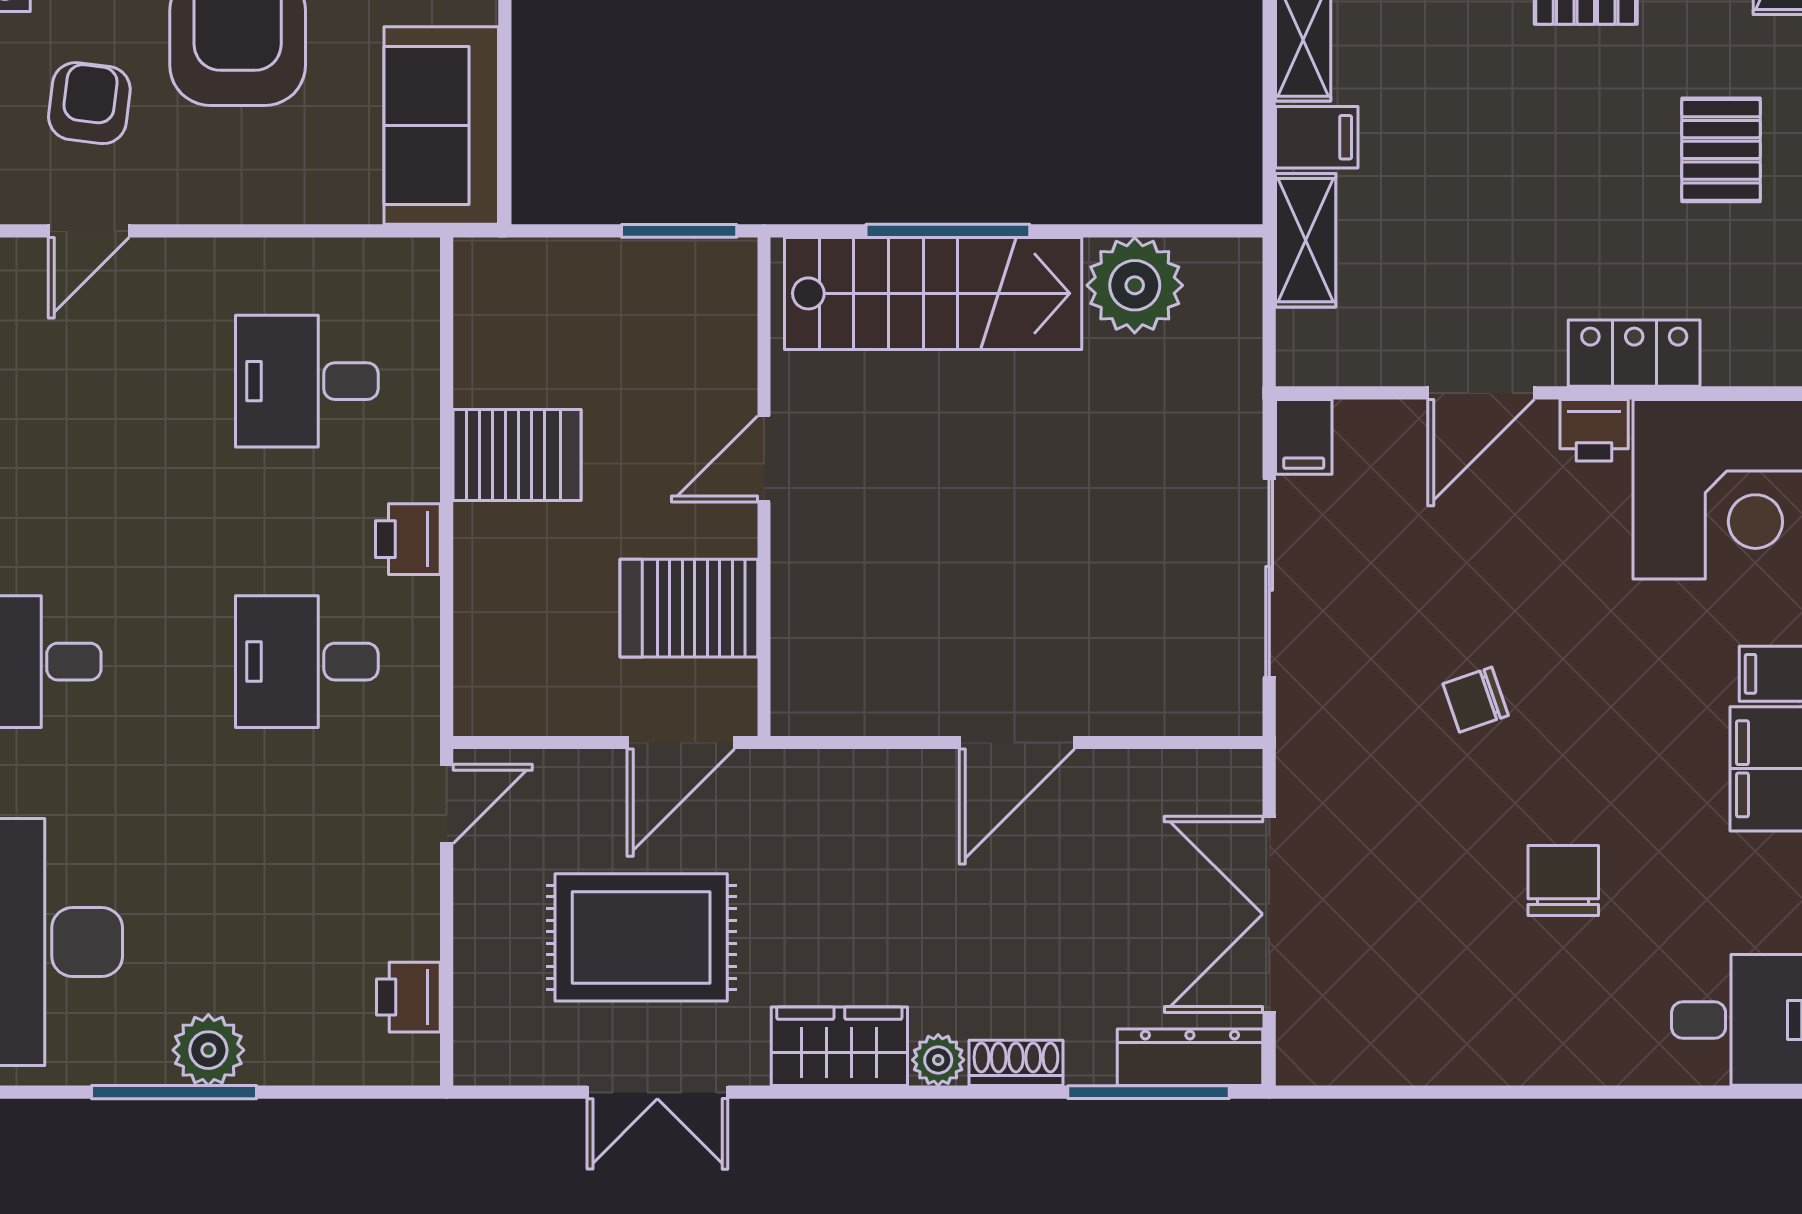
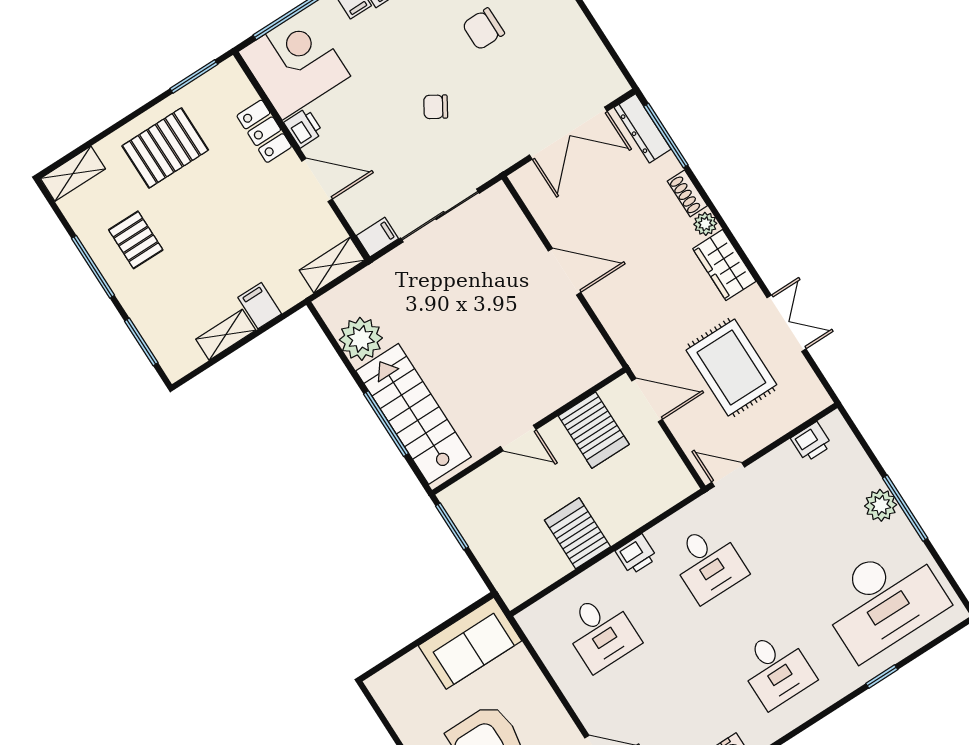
pallet: (1721, 150) -> (165, 148), width x1.50, depth x1.42
shelving: (1306, 240) -> (332, 265), moved
chair: (1476, 700) -> (436, 107), turned 140

